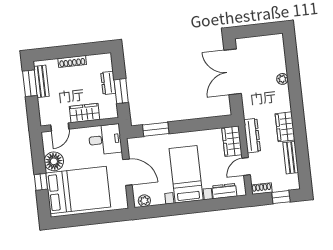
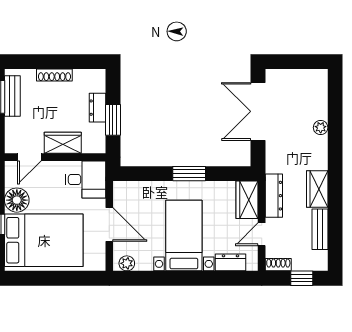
window: (156, 129) -> (189, 174), moved

